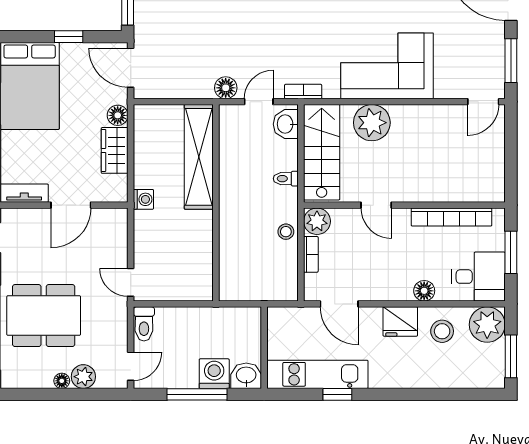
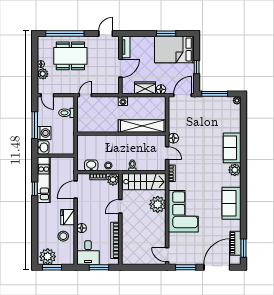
washbasin: (286, 124) -> (91, 165), moved
door: (71, 205) -> (120, 68), swing flipped
dining table: (44, 316) -> (70, 56), turned 90
toilet: (144, 324) -> (67, 113), moved
plant: (487, 325) -> (48, 257), moved

